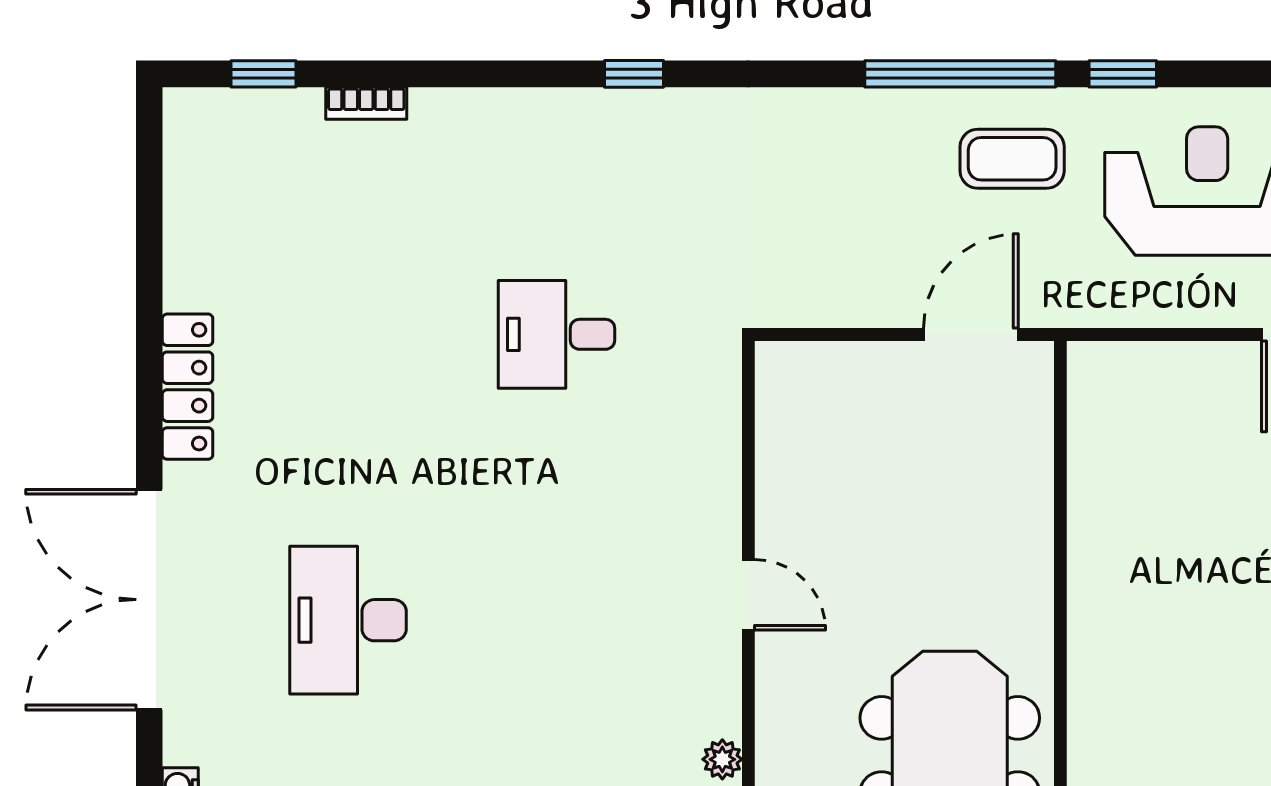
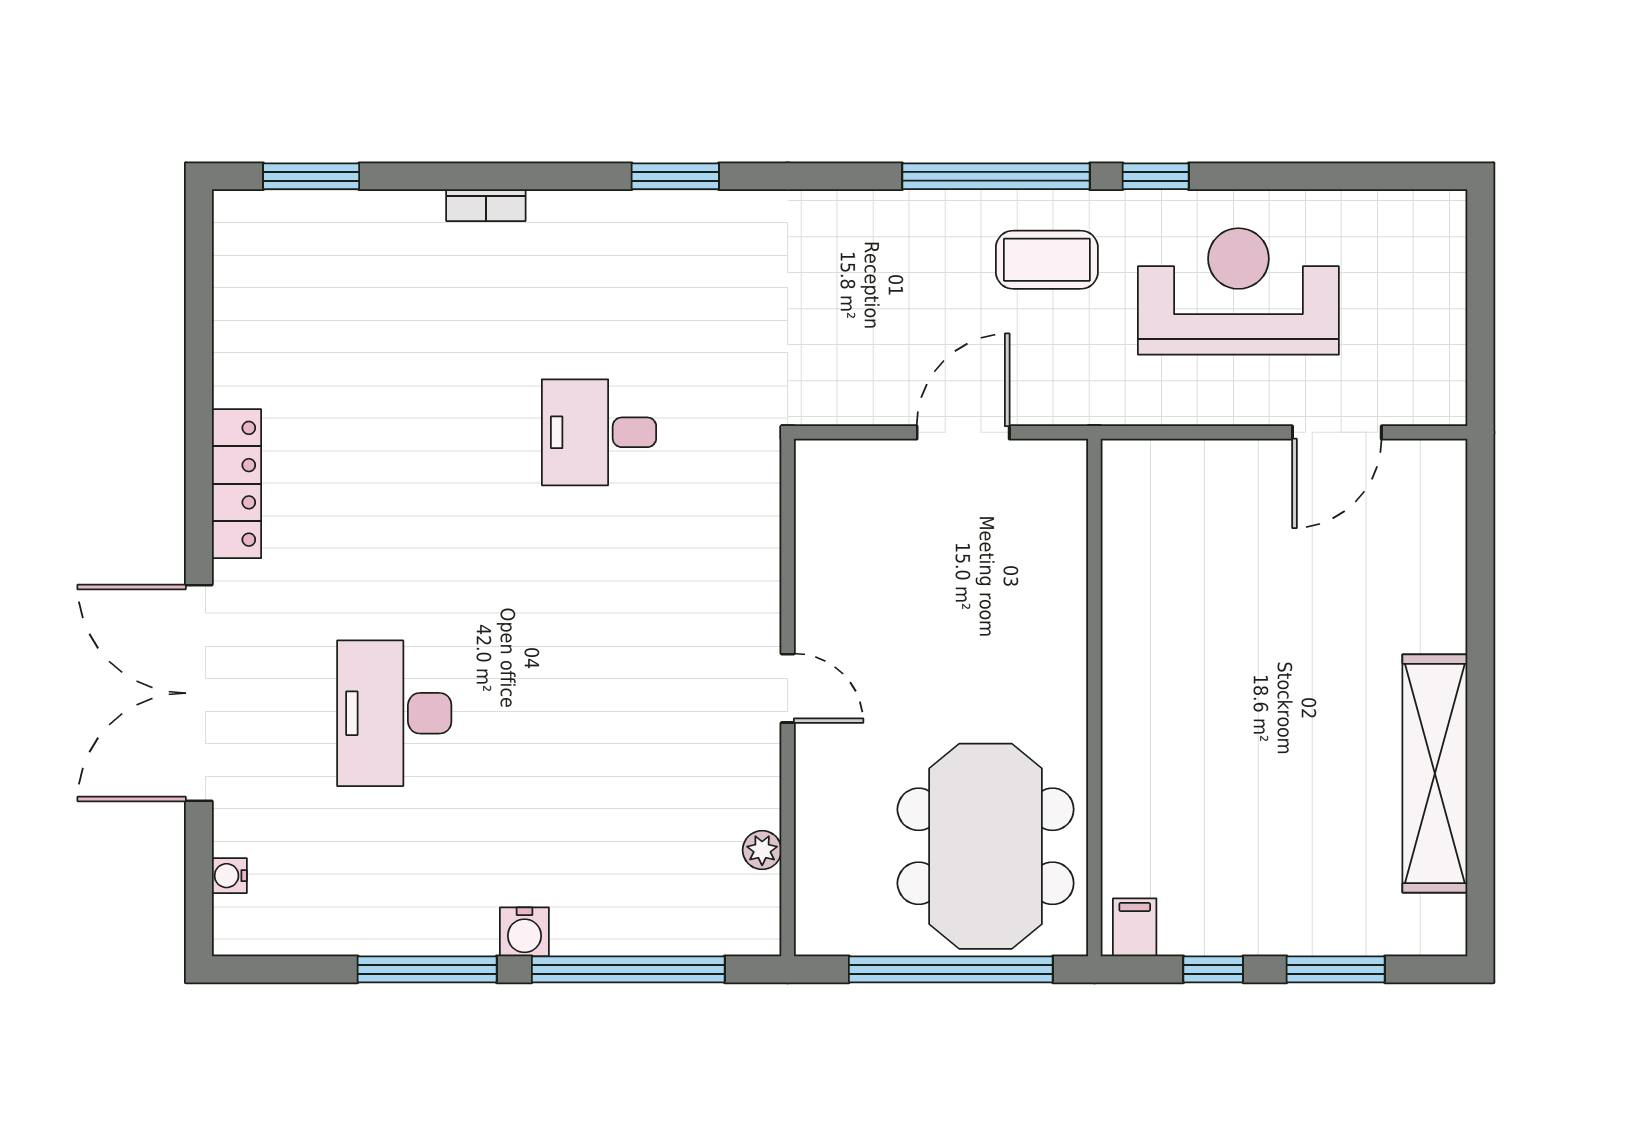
window: (264, 74) -> (311, 176), width x1.50
window: (634, 74) -> (675, 176), width x1.50
bookcase: (366, 103) -> (486, 205), moved
door: (971, 334) -> (963, 432), moved

